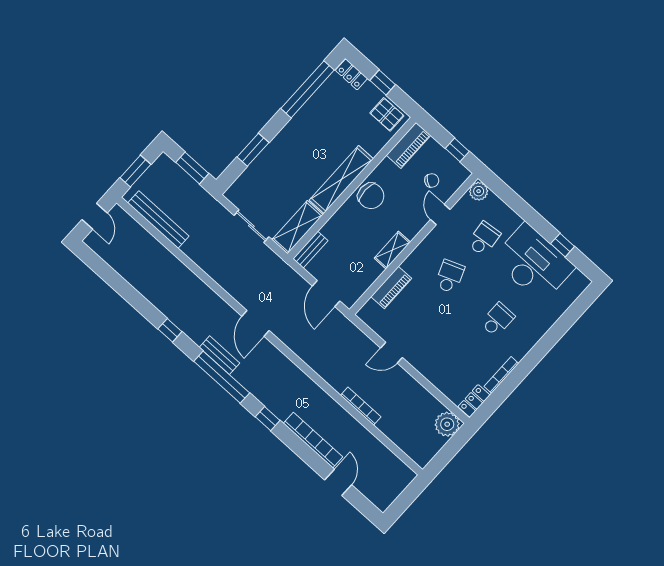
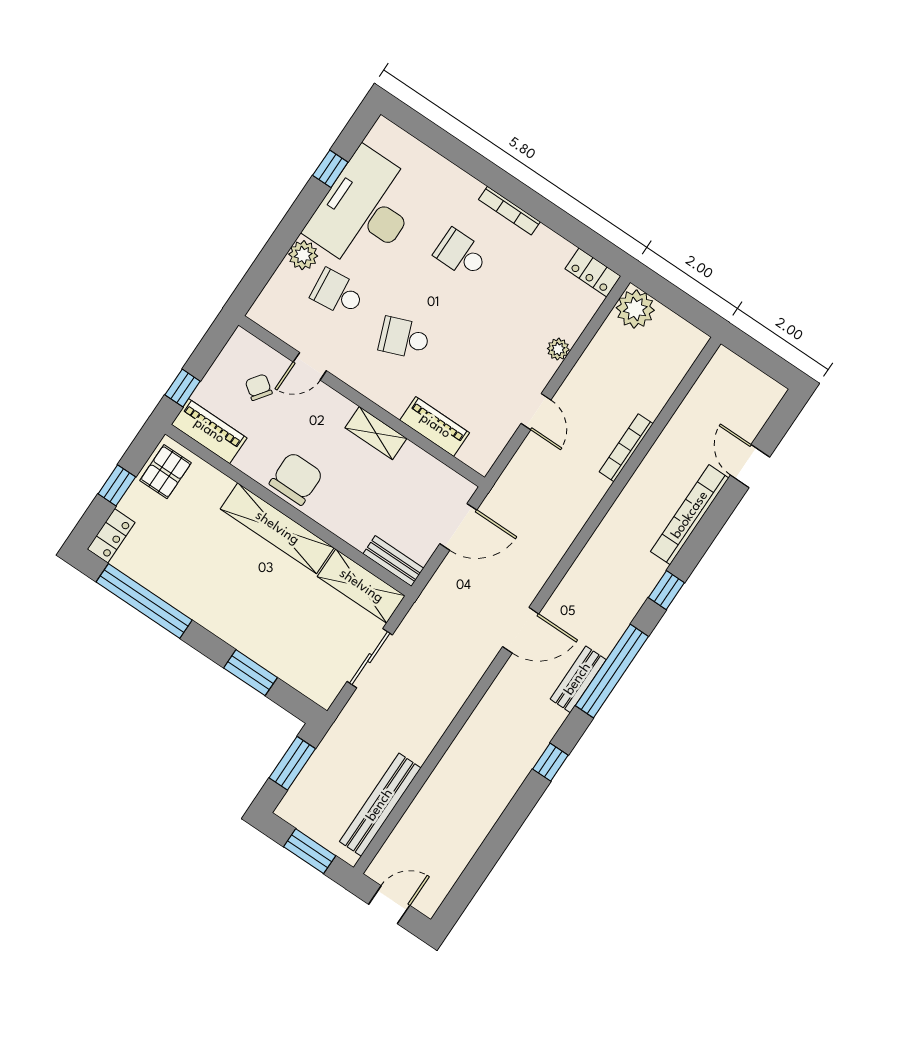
window: (457, 150) -> (183, 388), moved
plant: (479, 191) -> (303, 255), moved
plant: (429, 372) -> (558, 349), added
bookcase: (501, 375) -> (509, 211), moved
door: (338, 482) -> (750, 466), hinge flipped

